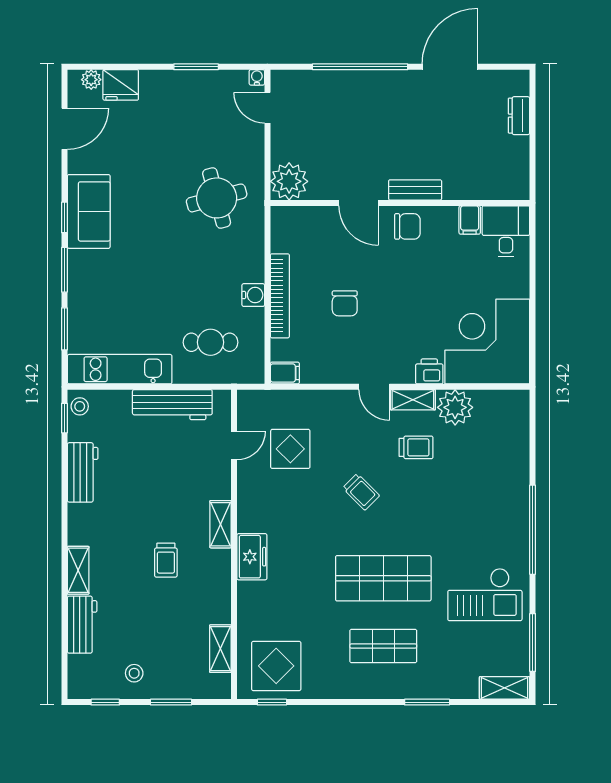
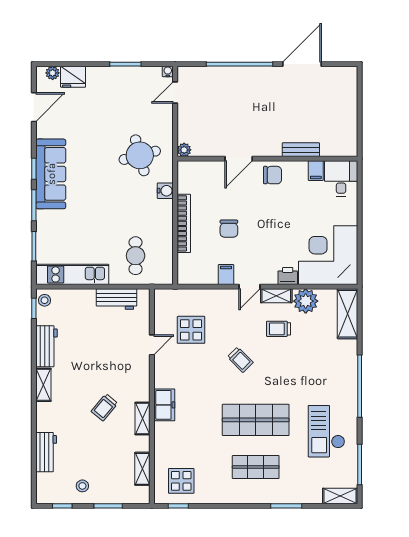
door: (267, 108) -> (175, 92), hinge flipped
dresser: (519, 116) -> (350, 98), removed
plant: (289, 181) -> (184, 150), width x0.53, depth x0.53
bench: (415, 190) -> (301, 150), moved
door: (359, 203) -> (239, 159), hinge flipped
sofa: (89, 211) -> (51, 174), width x1.36
water cooler: (253, 295) -> (165, 191), moved
cafe table: (211, 342) -> (136, 256), turned 90
filing cabinet: (285, 373) -> (226, 275), moved, turned -90
door: (374, 387) -> (249, 287), hinge flipped
workbench: (172, 405) -> (117, 299), width x0.73
shelving: (515, 426) -> (348, 314), added
door: (234, 445) -> (152, 345), moved
trolley: (416, 447) -> (279, 329), turned 180
shelving: (221, 524) -> (142, 419), moved
trolley: (166, 560) -> (104, 407), turned 40
shelving: (78, 570) -> (43, 385), moved
checkout: (485, 595) -> (326, 431), turned 90
display table: (276, 666) -> (181, 481), width x0.73, depth x0.73

